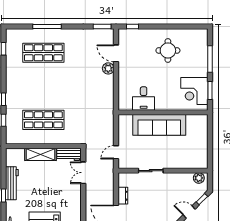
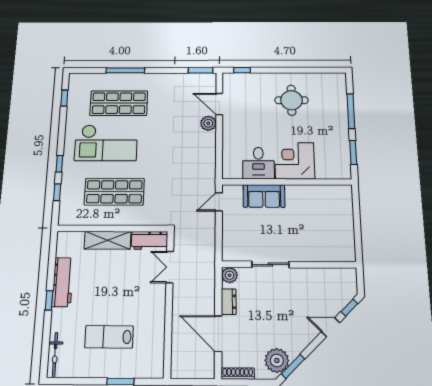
checkout: (36, 83) -> (106, 143), added
corner desk: (194, 91) -> (295, 161), moved, turned 90
sofa: (159, 125) -> (264, 196), width x0.54, depth x0.79
door: (116, 152) -> (219, 202), moved
plant: (199, 178) -> (230, 275), moved

